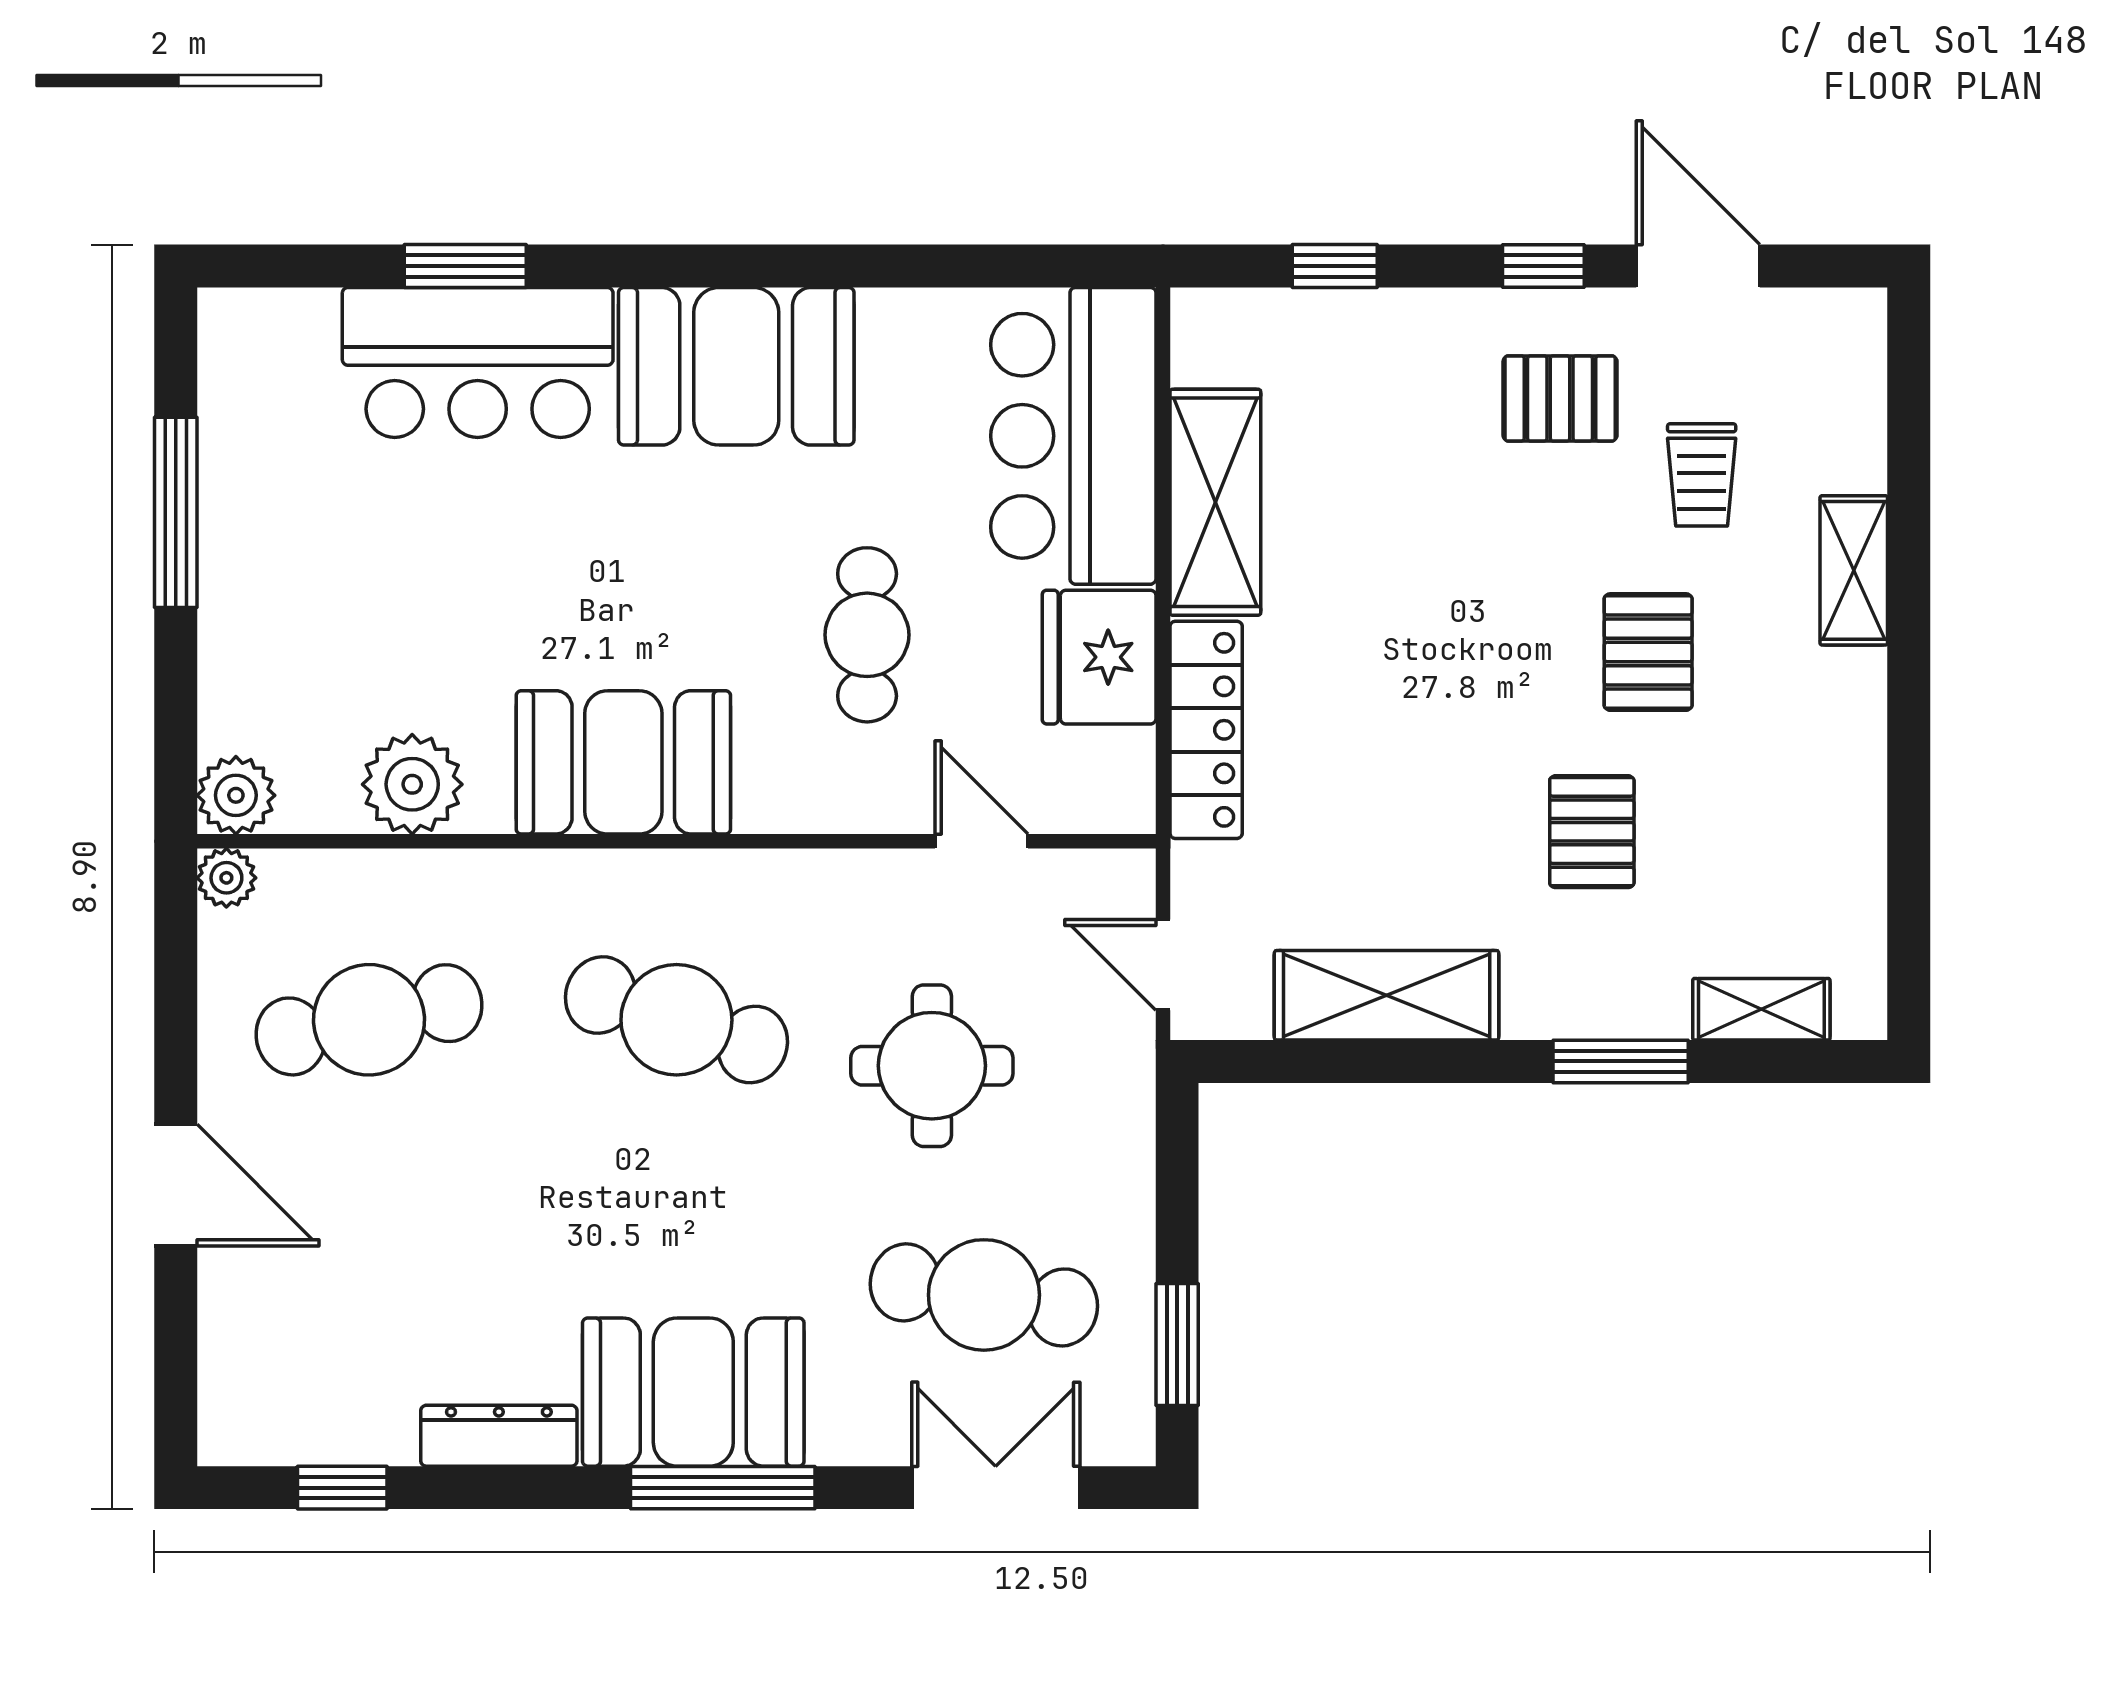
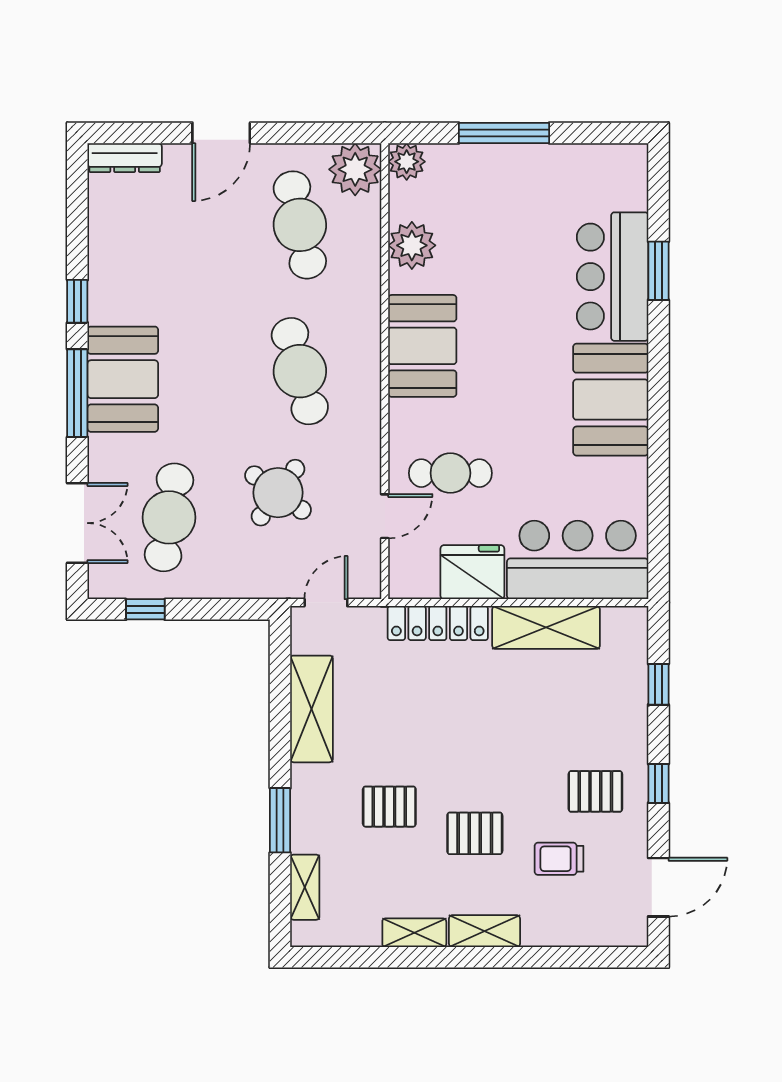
door: (1698, 266) -> (658, 887), moved
pallet: (1560, 398) -> (595, 791), turned 90
window: (176, 512) -> (504, 133), moved
shelving: (1854, 570) -> (485, 931), moved
cafe table: (867, 635) -> (450, 473), moved
shelving: (1857, 779) -> (414, 933), added
plant: (226, 878) -> (355, 169), width x1.88, depth x1.88
cafe table: (676, 1020) -> (300, 371), turned -33
round table: (932, 1066) -> (278, 493), turned 36
window: (1177, 1344) -> (145, 609), width x0.67
dresser: (499, 1436) -> (125, 158), moved, turned 90
window: (342, 1488) -> (77, 301), moved

